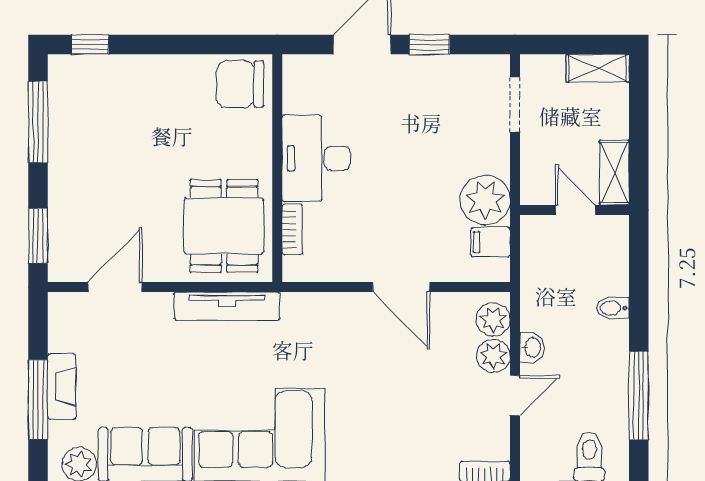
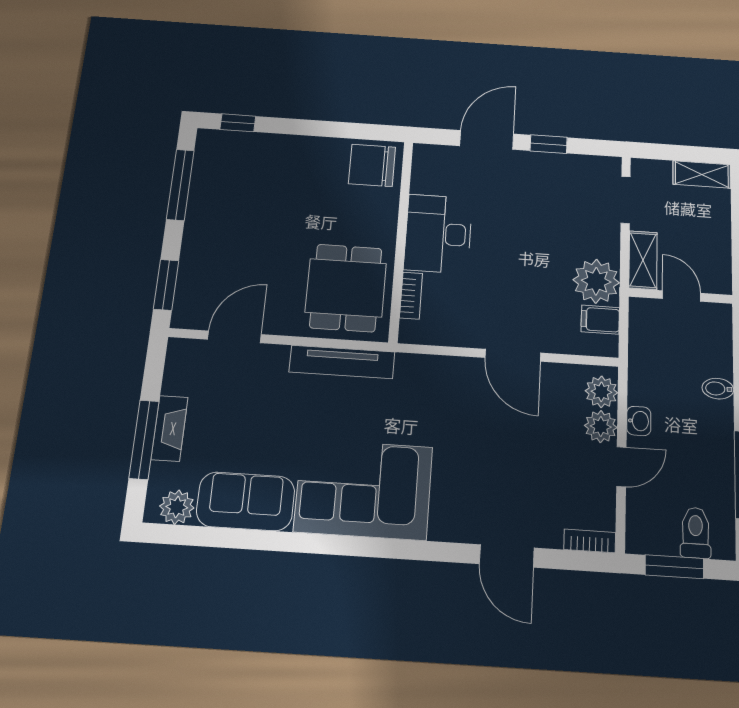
shelving: (614, 173) -> (643, 260), moved

